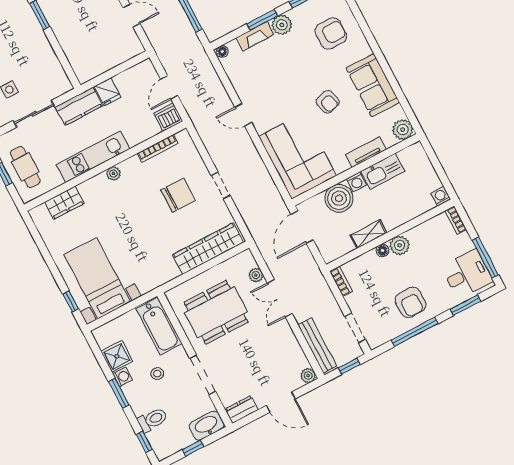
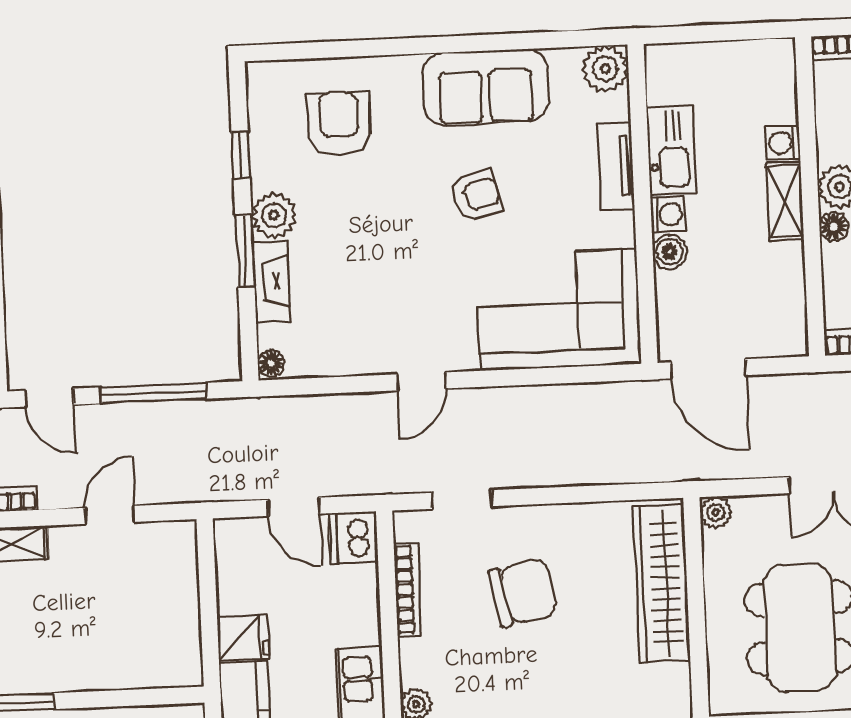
doorway: (221, 185) -> (462, 499), moved
chair: (178, 195) -> (523, 593), turned 79
washing machine: (441, 196) -> (783, 143), moved
boiler: (339, 198) -> (670, 252), width x0.54, depth x0.54
shelving: (368, 234) -> (785, 201), moved
plant: (256, 275) -> (716, 512), moved

